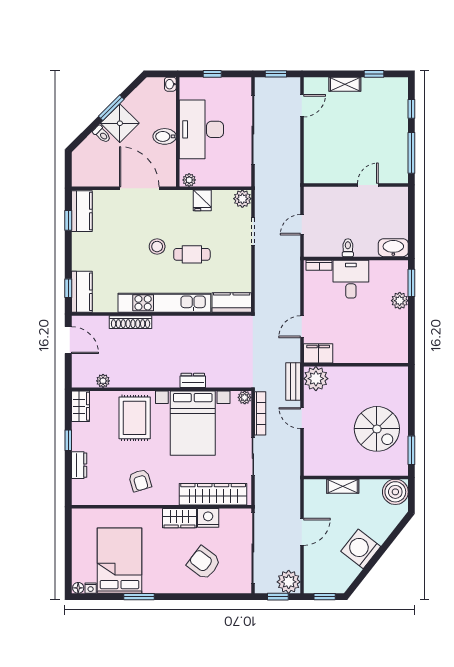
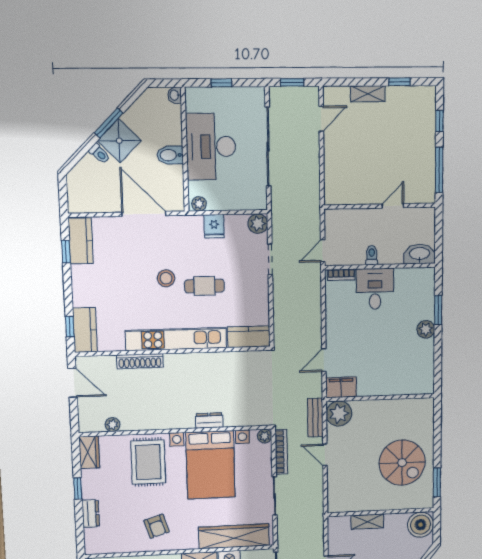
toilet: (348, 248) -> (372, 255), moved
washbasin: (393, 248) -> (420, 254), moved
wall: (356, 258) -> (380, 267), moved
bookcase: (319, 265) -> (341, 275), moved
desk: (351, 279) -> (375, 289), moved

